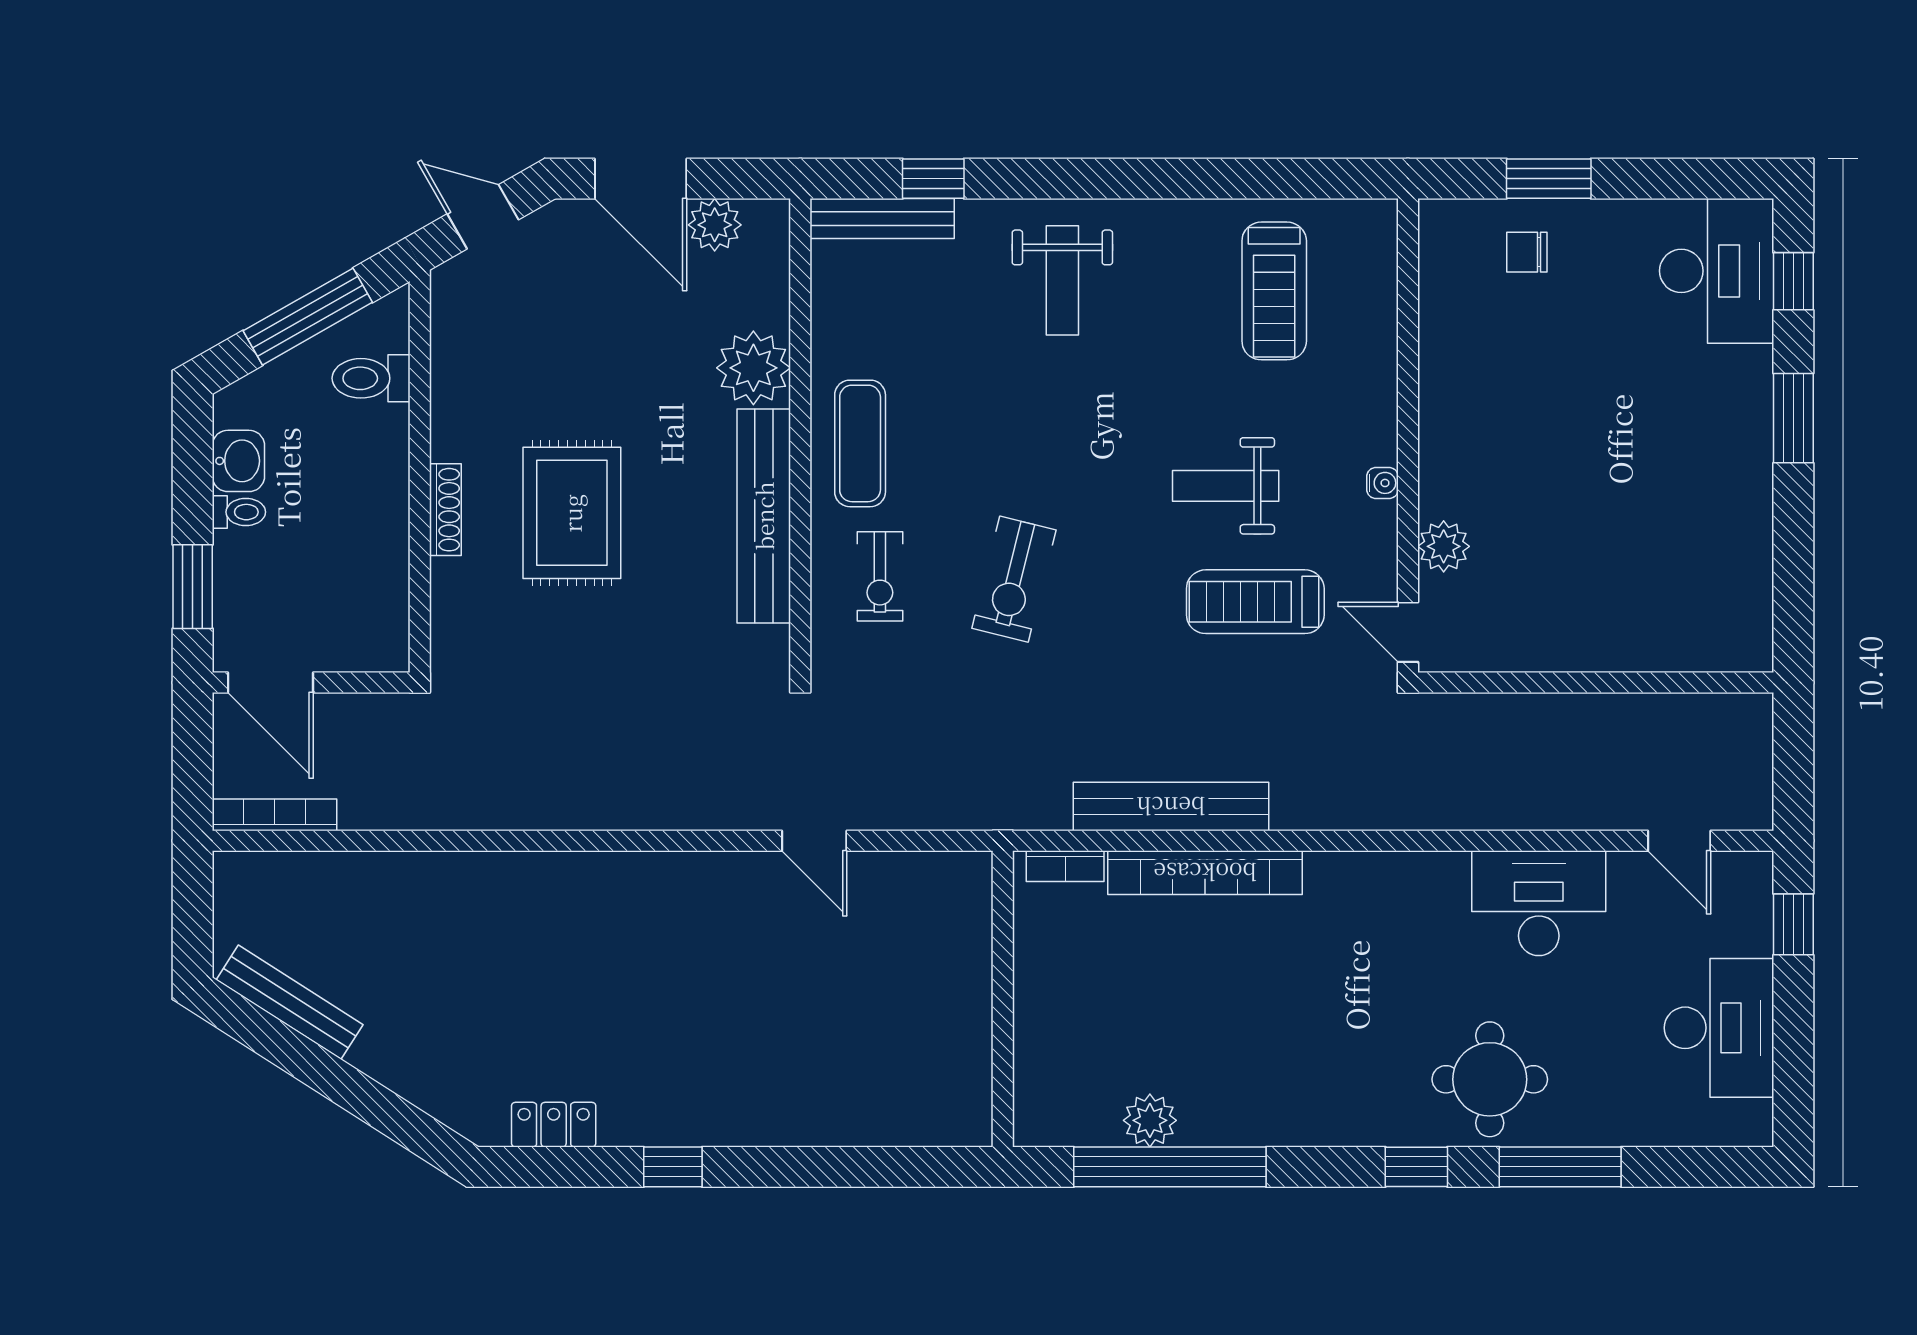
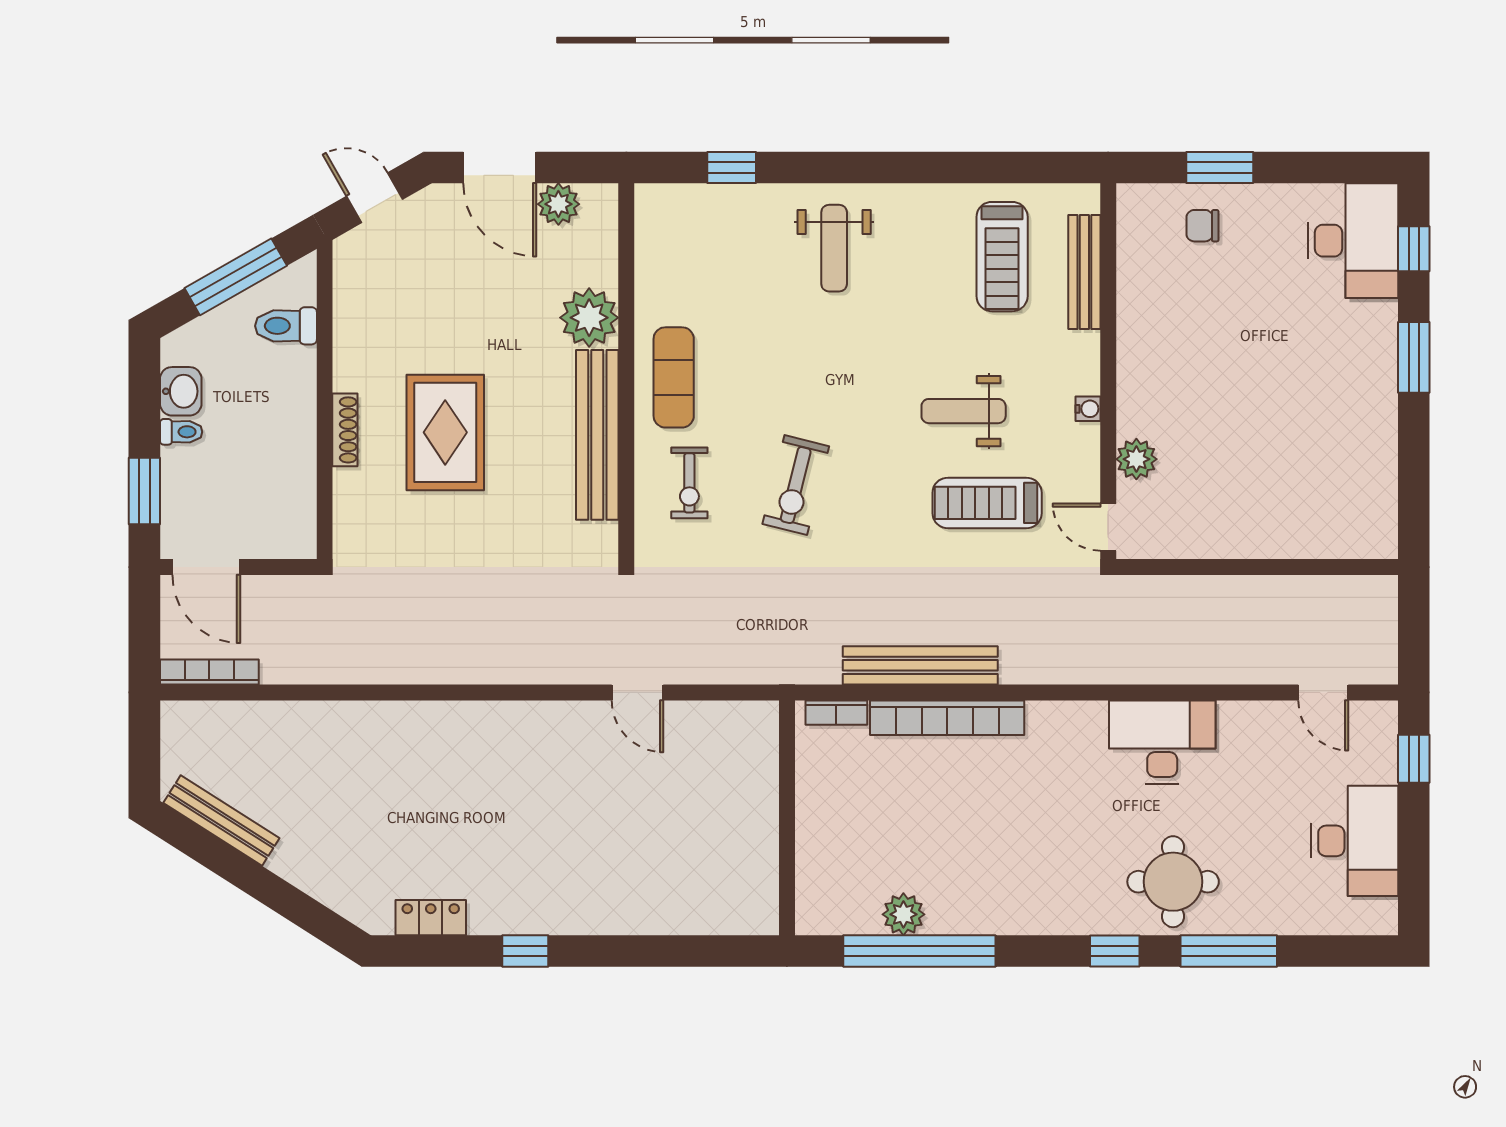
bench: (882, 219) -> (1084, 272), moved, turned 90
desk: (1539, 903) -> (1162, 742), moved

